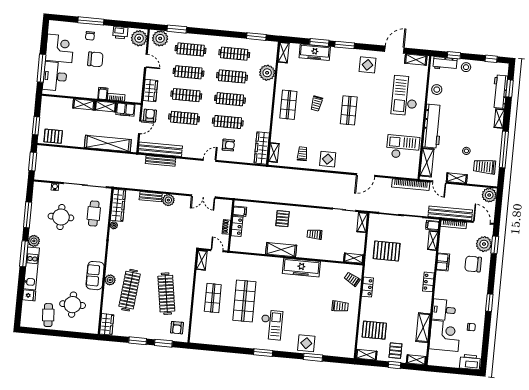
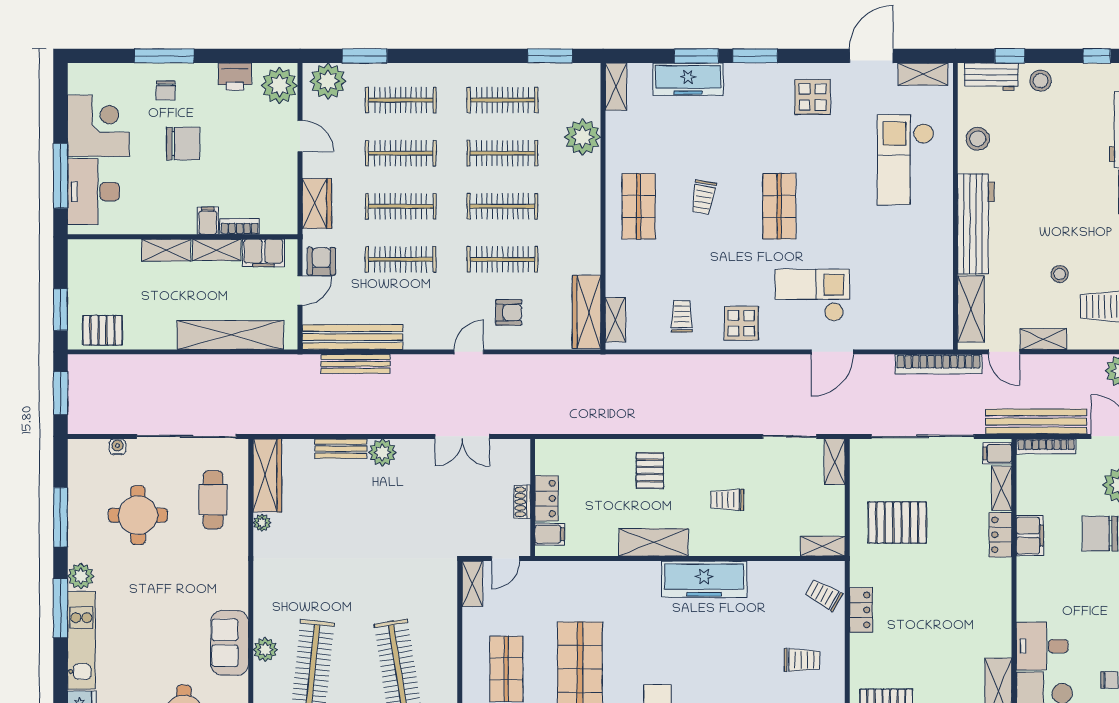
checkout: (403, 147) -> (812, 295), moved
filing cabinet: (240, 211) -> (550, 534), moved
door: (217, 251) -> (506, 559), swing flipped
locker: (428, 282) -> (1000, 535), moved

